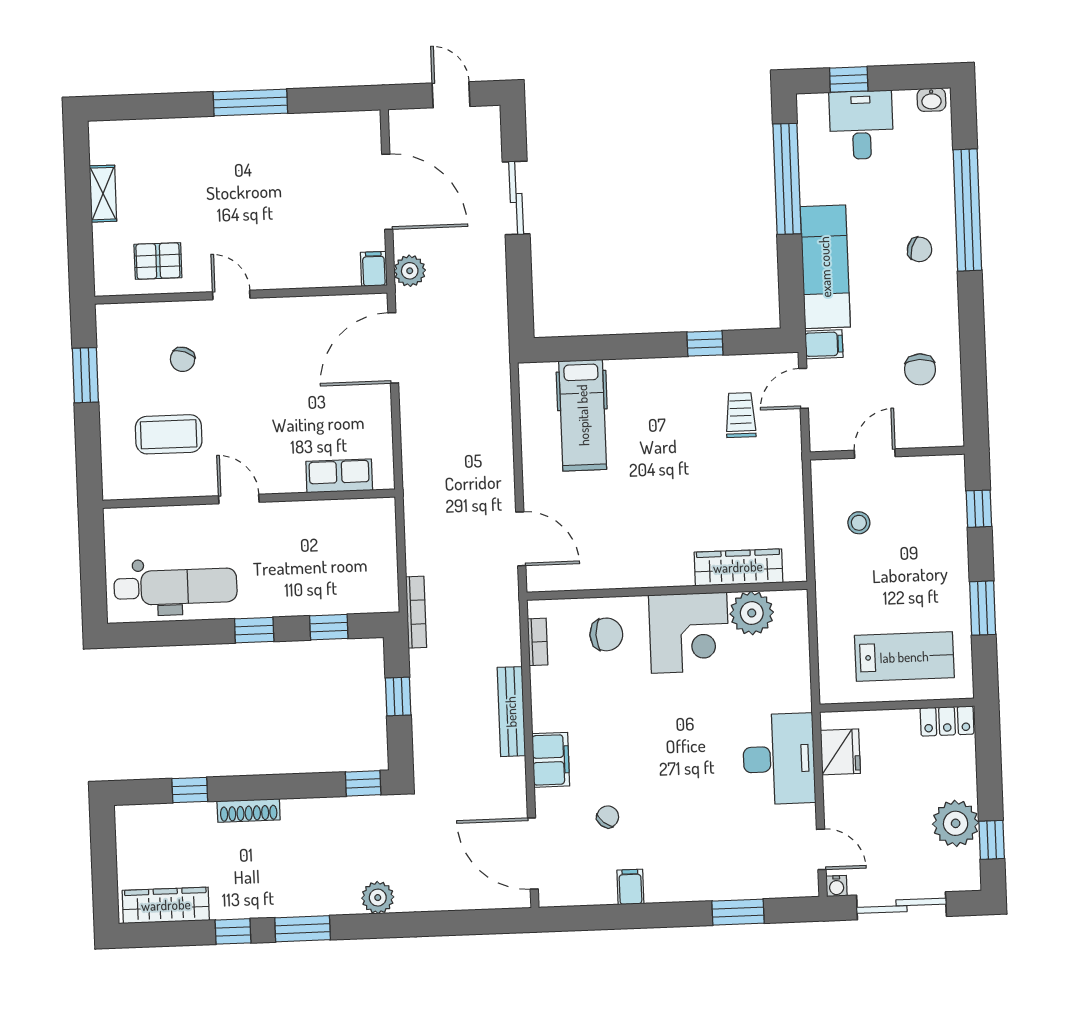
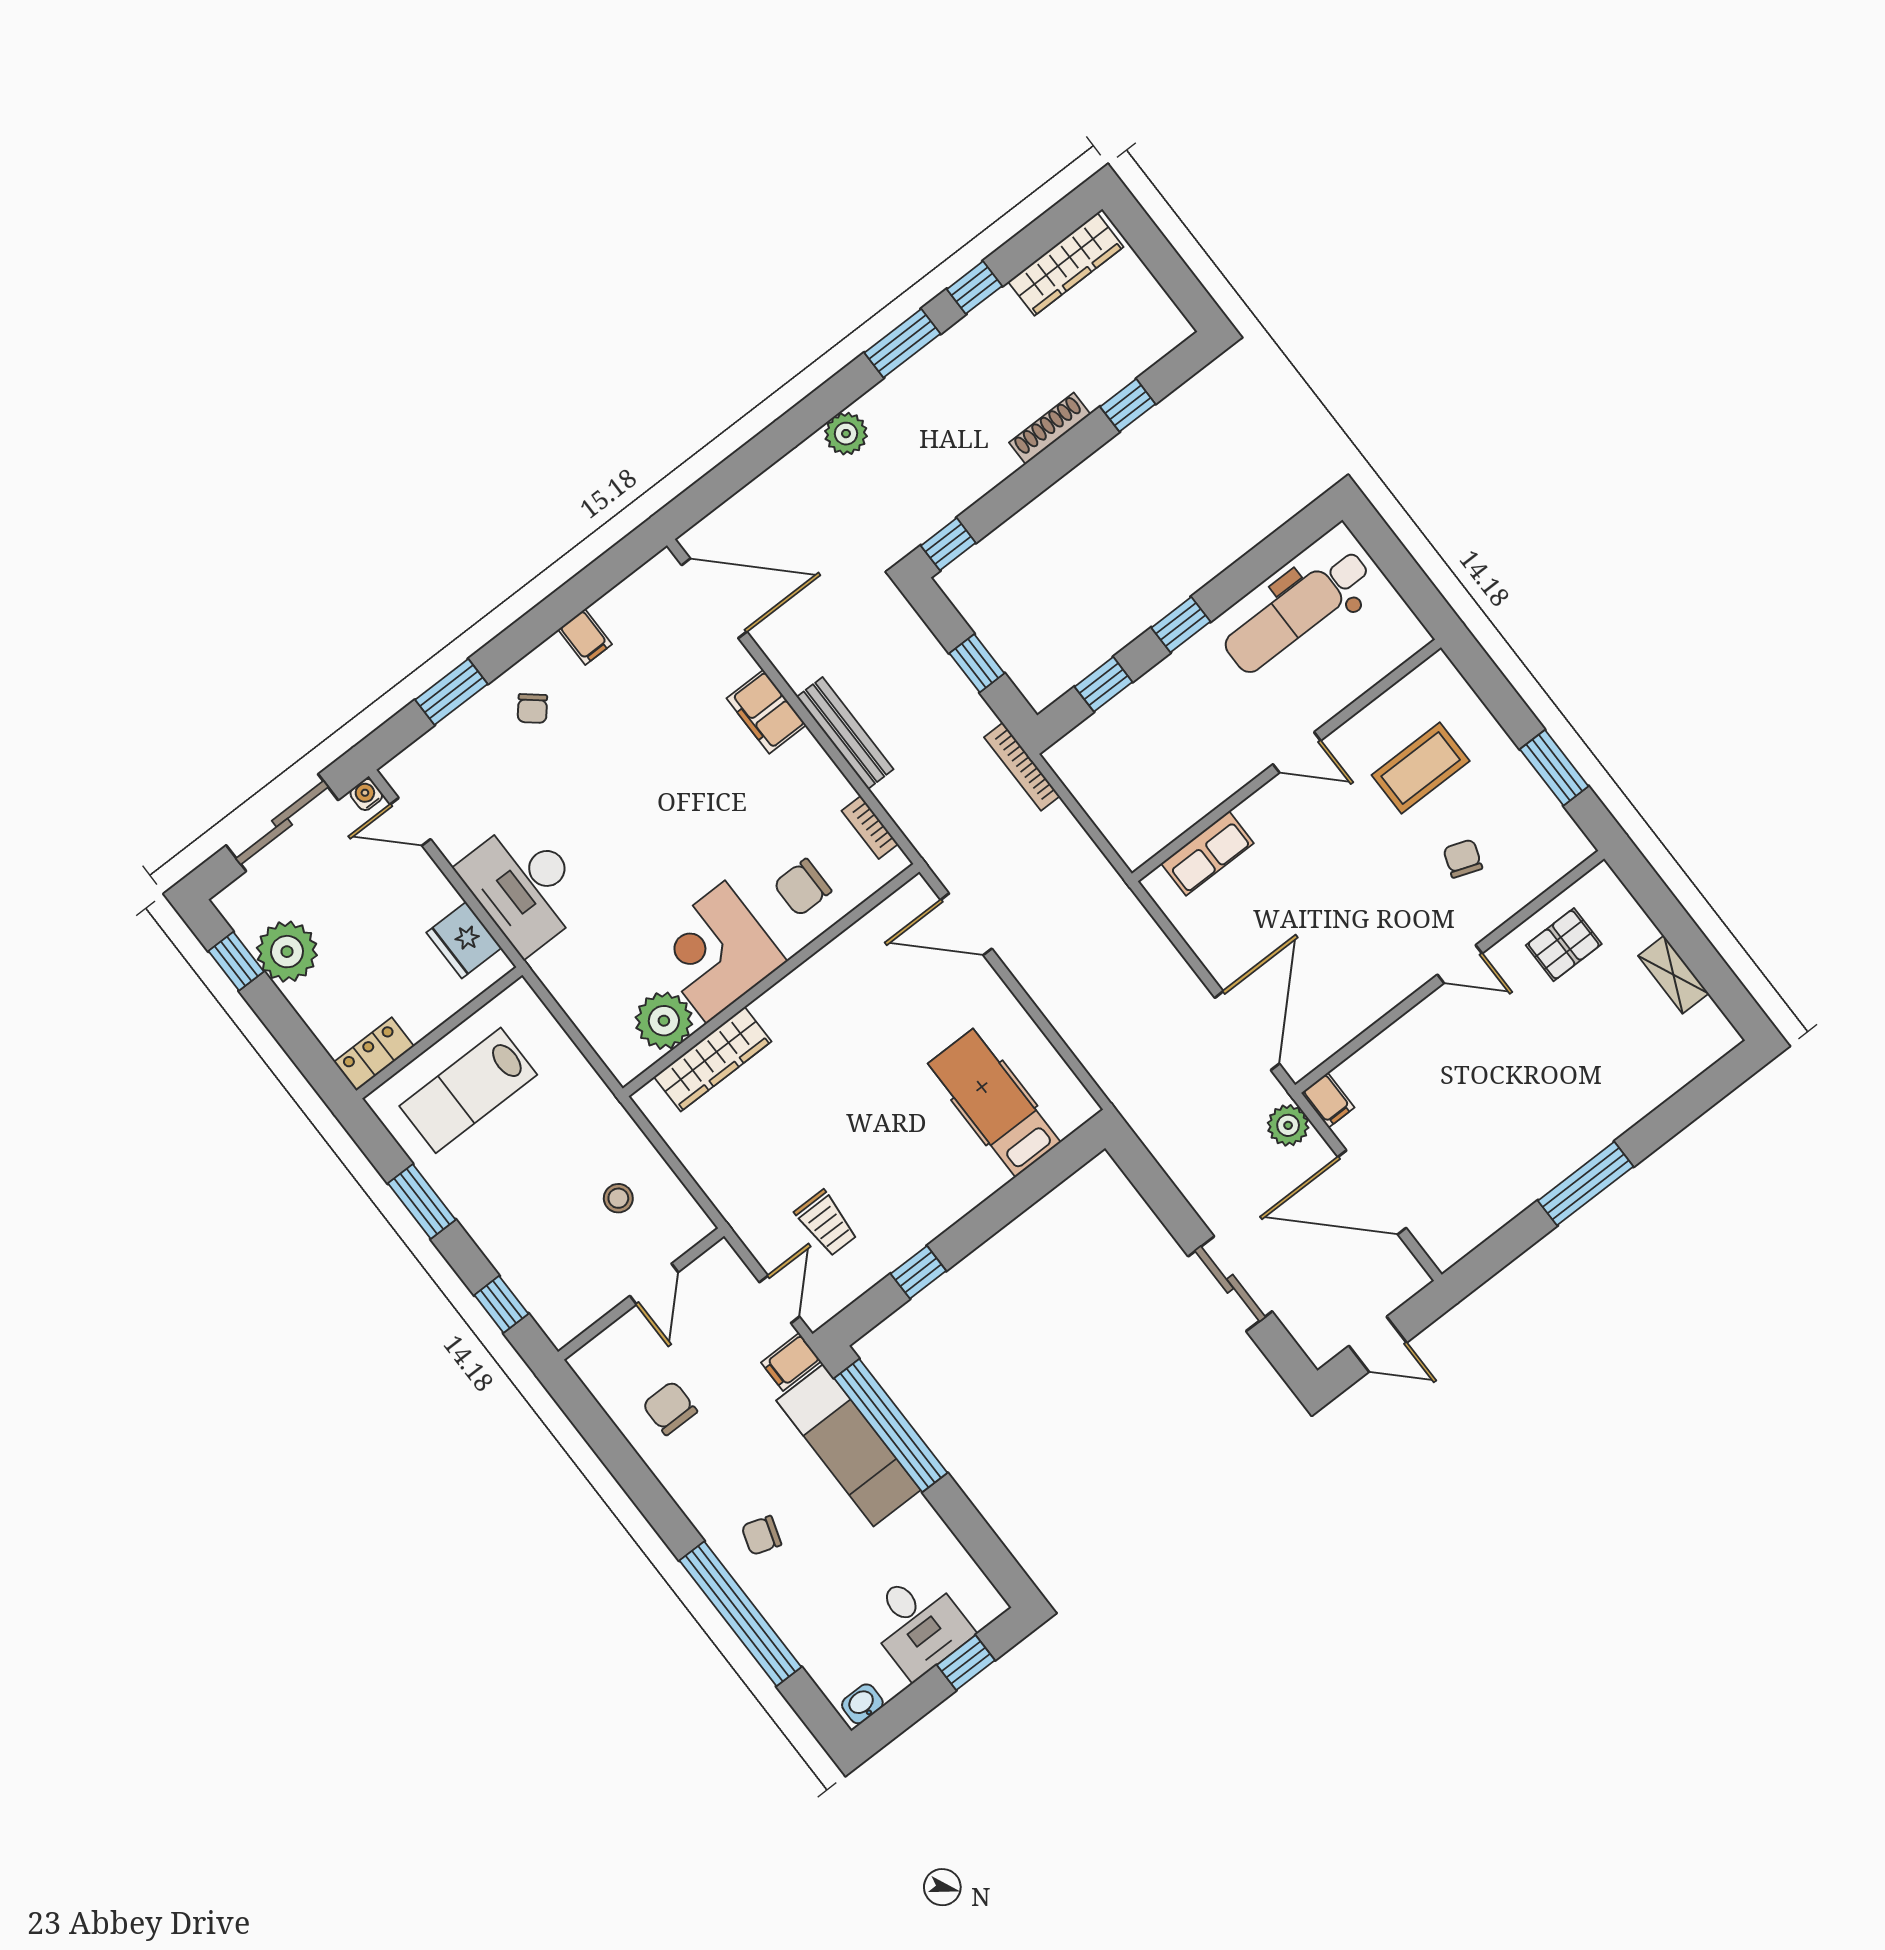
window: (787, 179) -> (891, 1426), moved
chair: (608, 817) -> (532, 709), moved

